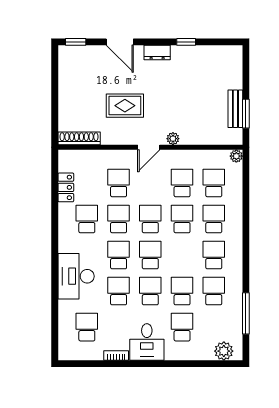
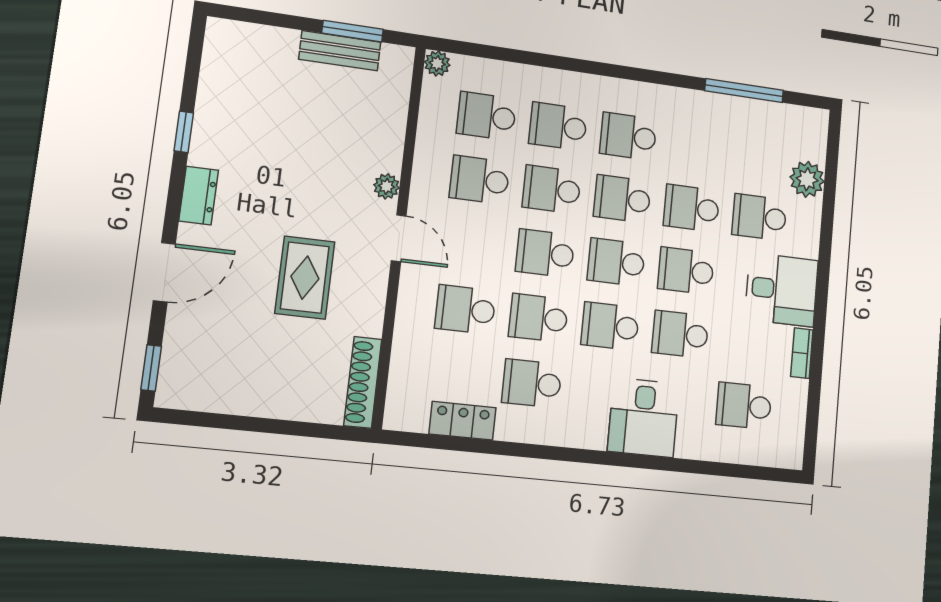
desk: (76, 276) -> (644, 418), width x0.73
school desk: (214, 291) -> (622, 199), moved
plant: (224, 351) -> (807, 179), moved

